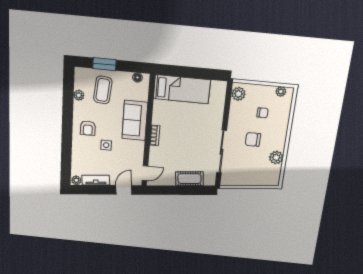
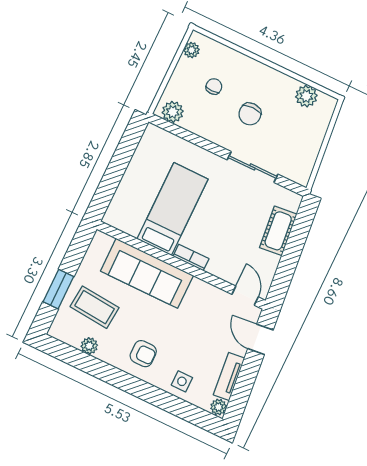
floor lamp: (137, 77) -> (95, 249), removed
bed: (182, 89) -> (173, 209), moved
sofa: (135, 120) -> (147, 273), width x1.36
side table: (106, 145) -> (182, 381), moved
sliding door: (222, 152) -> (253, 167), width x0.73
plant: (276, 158) -> (306, 96), moved

